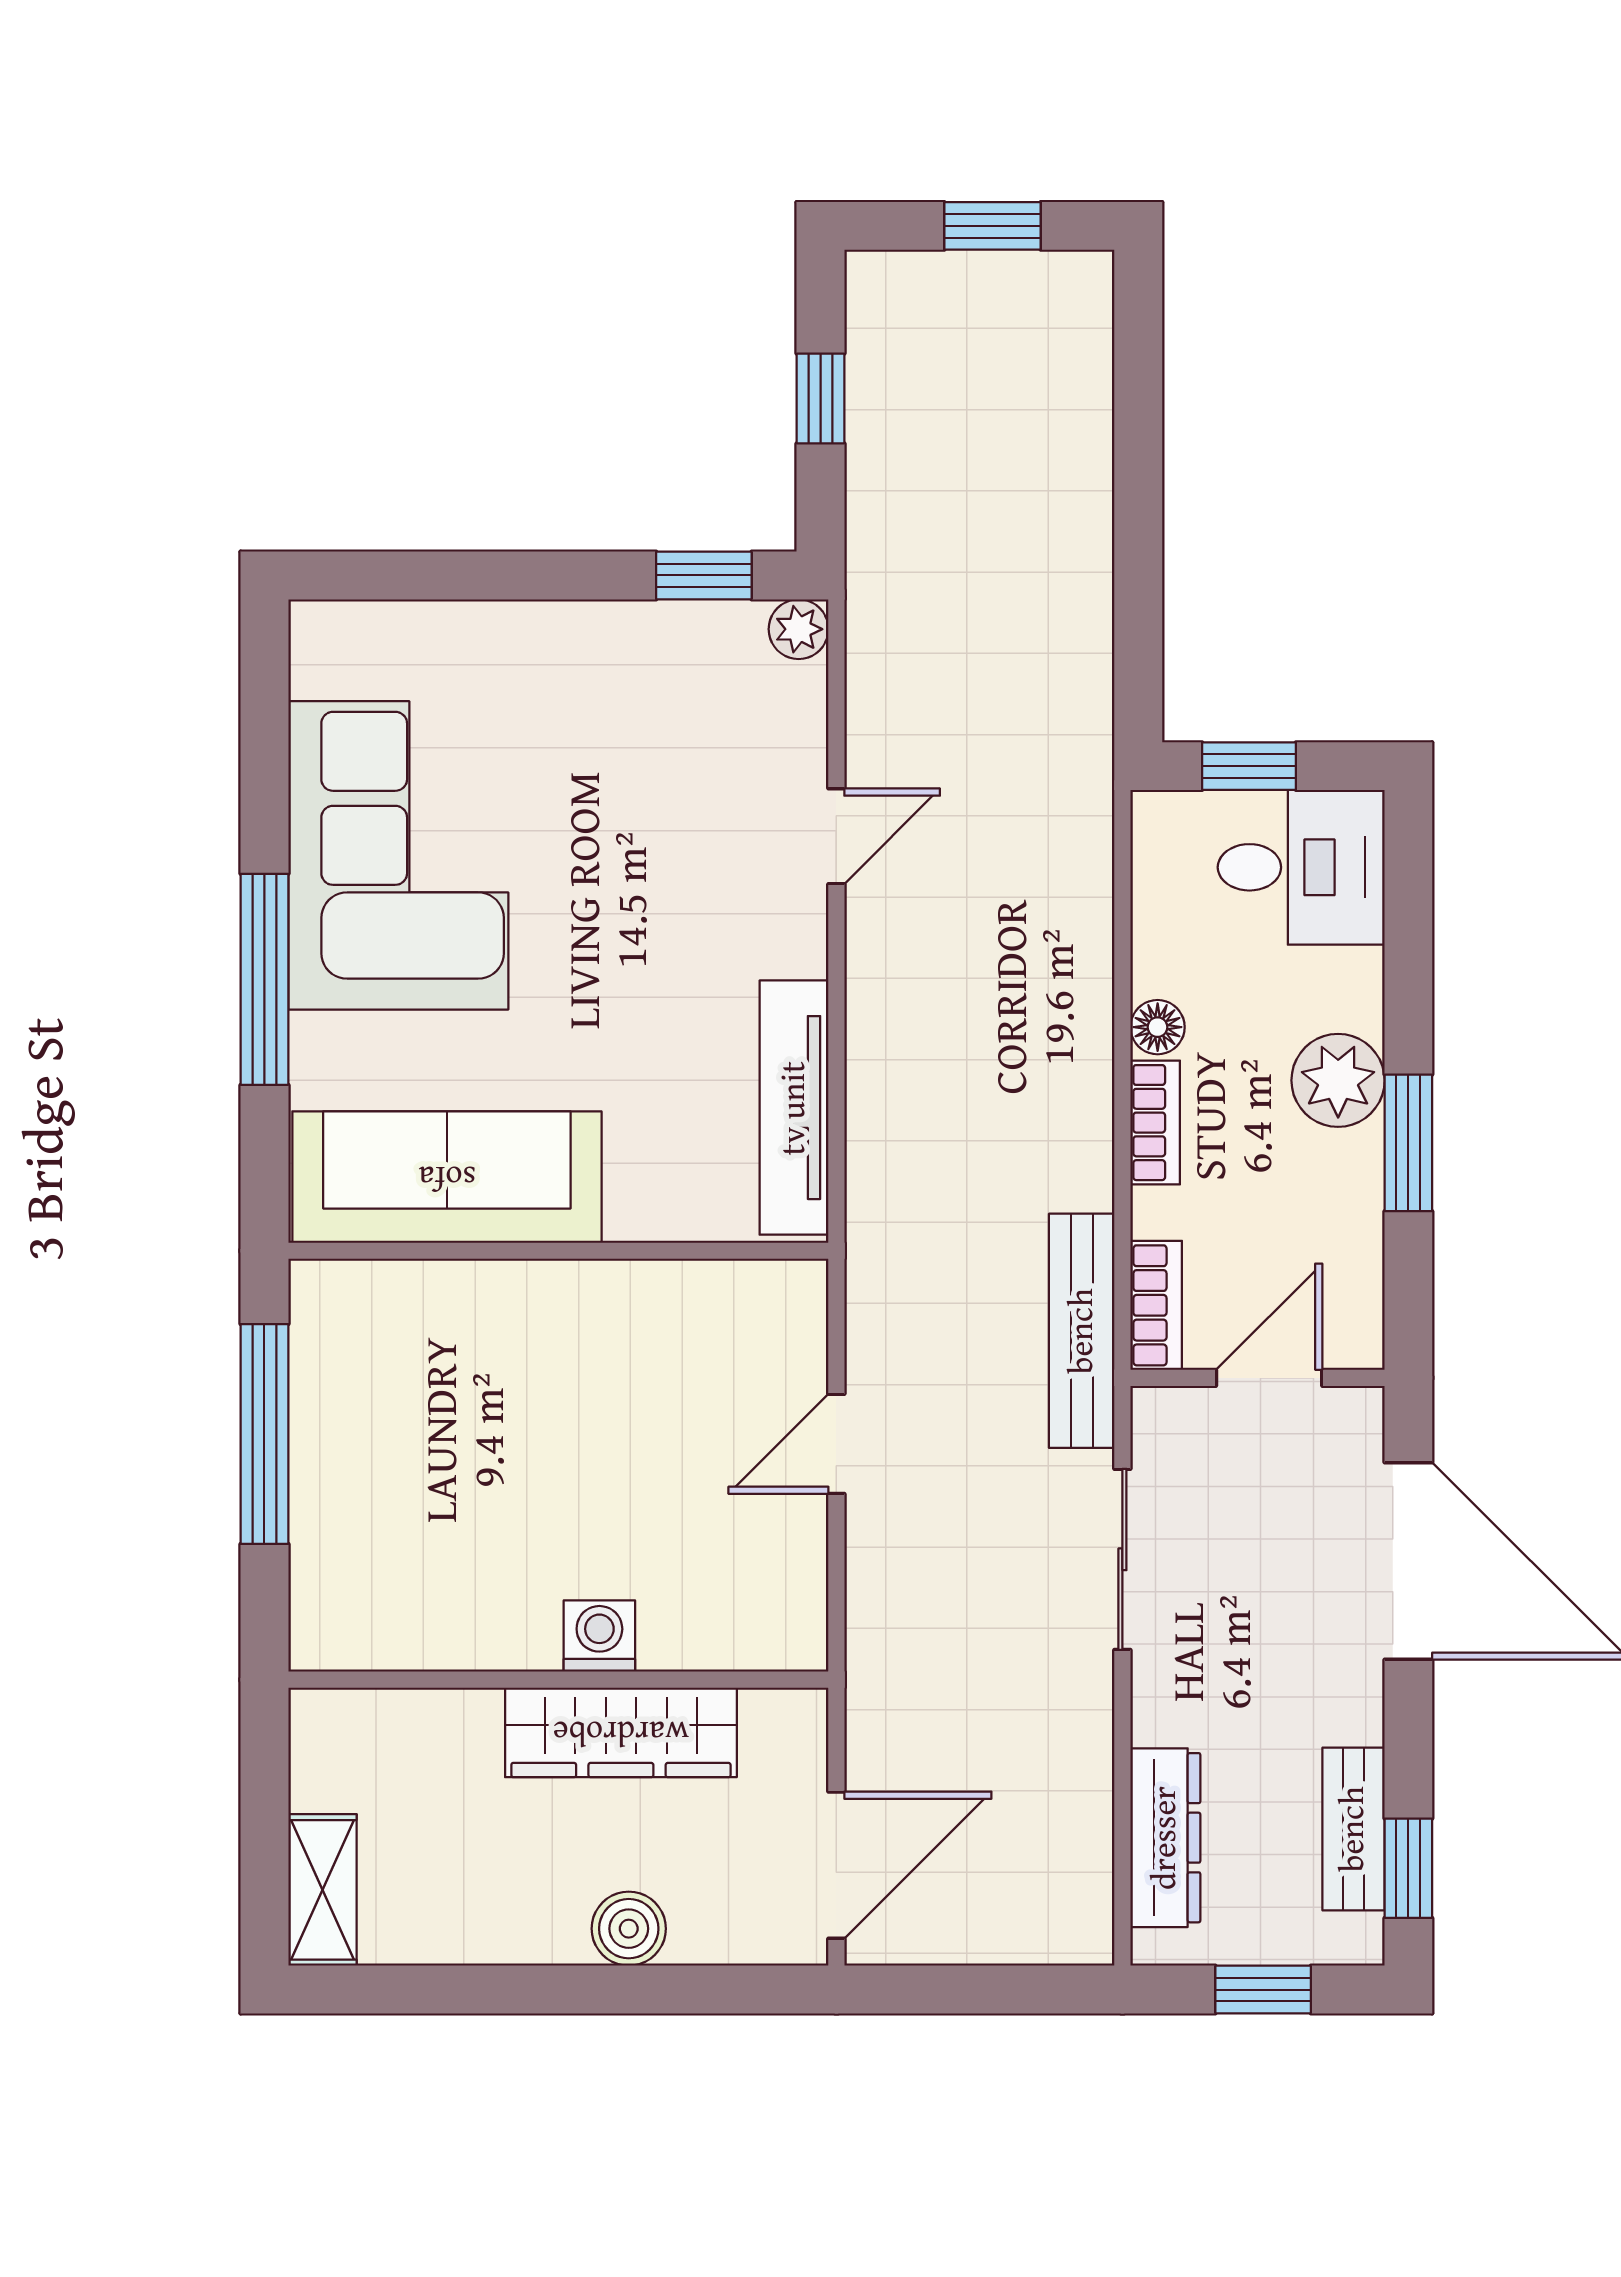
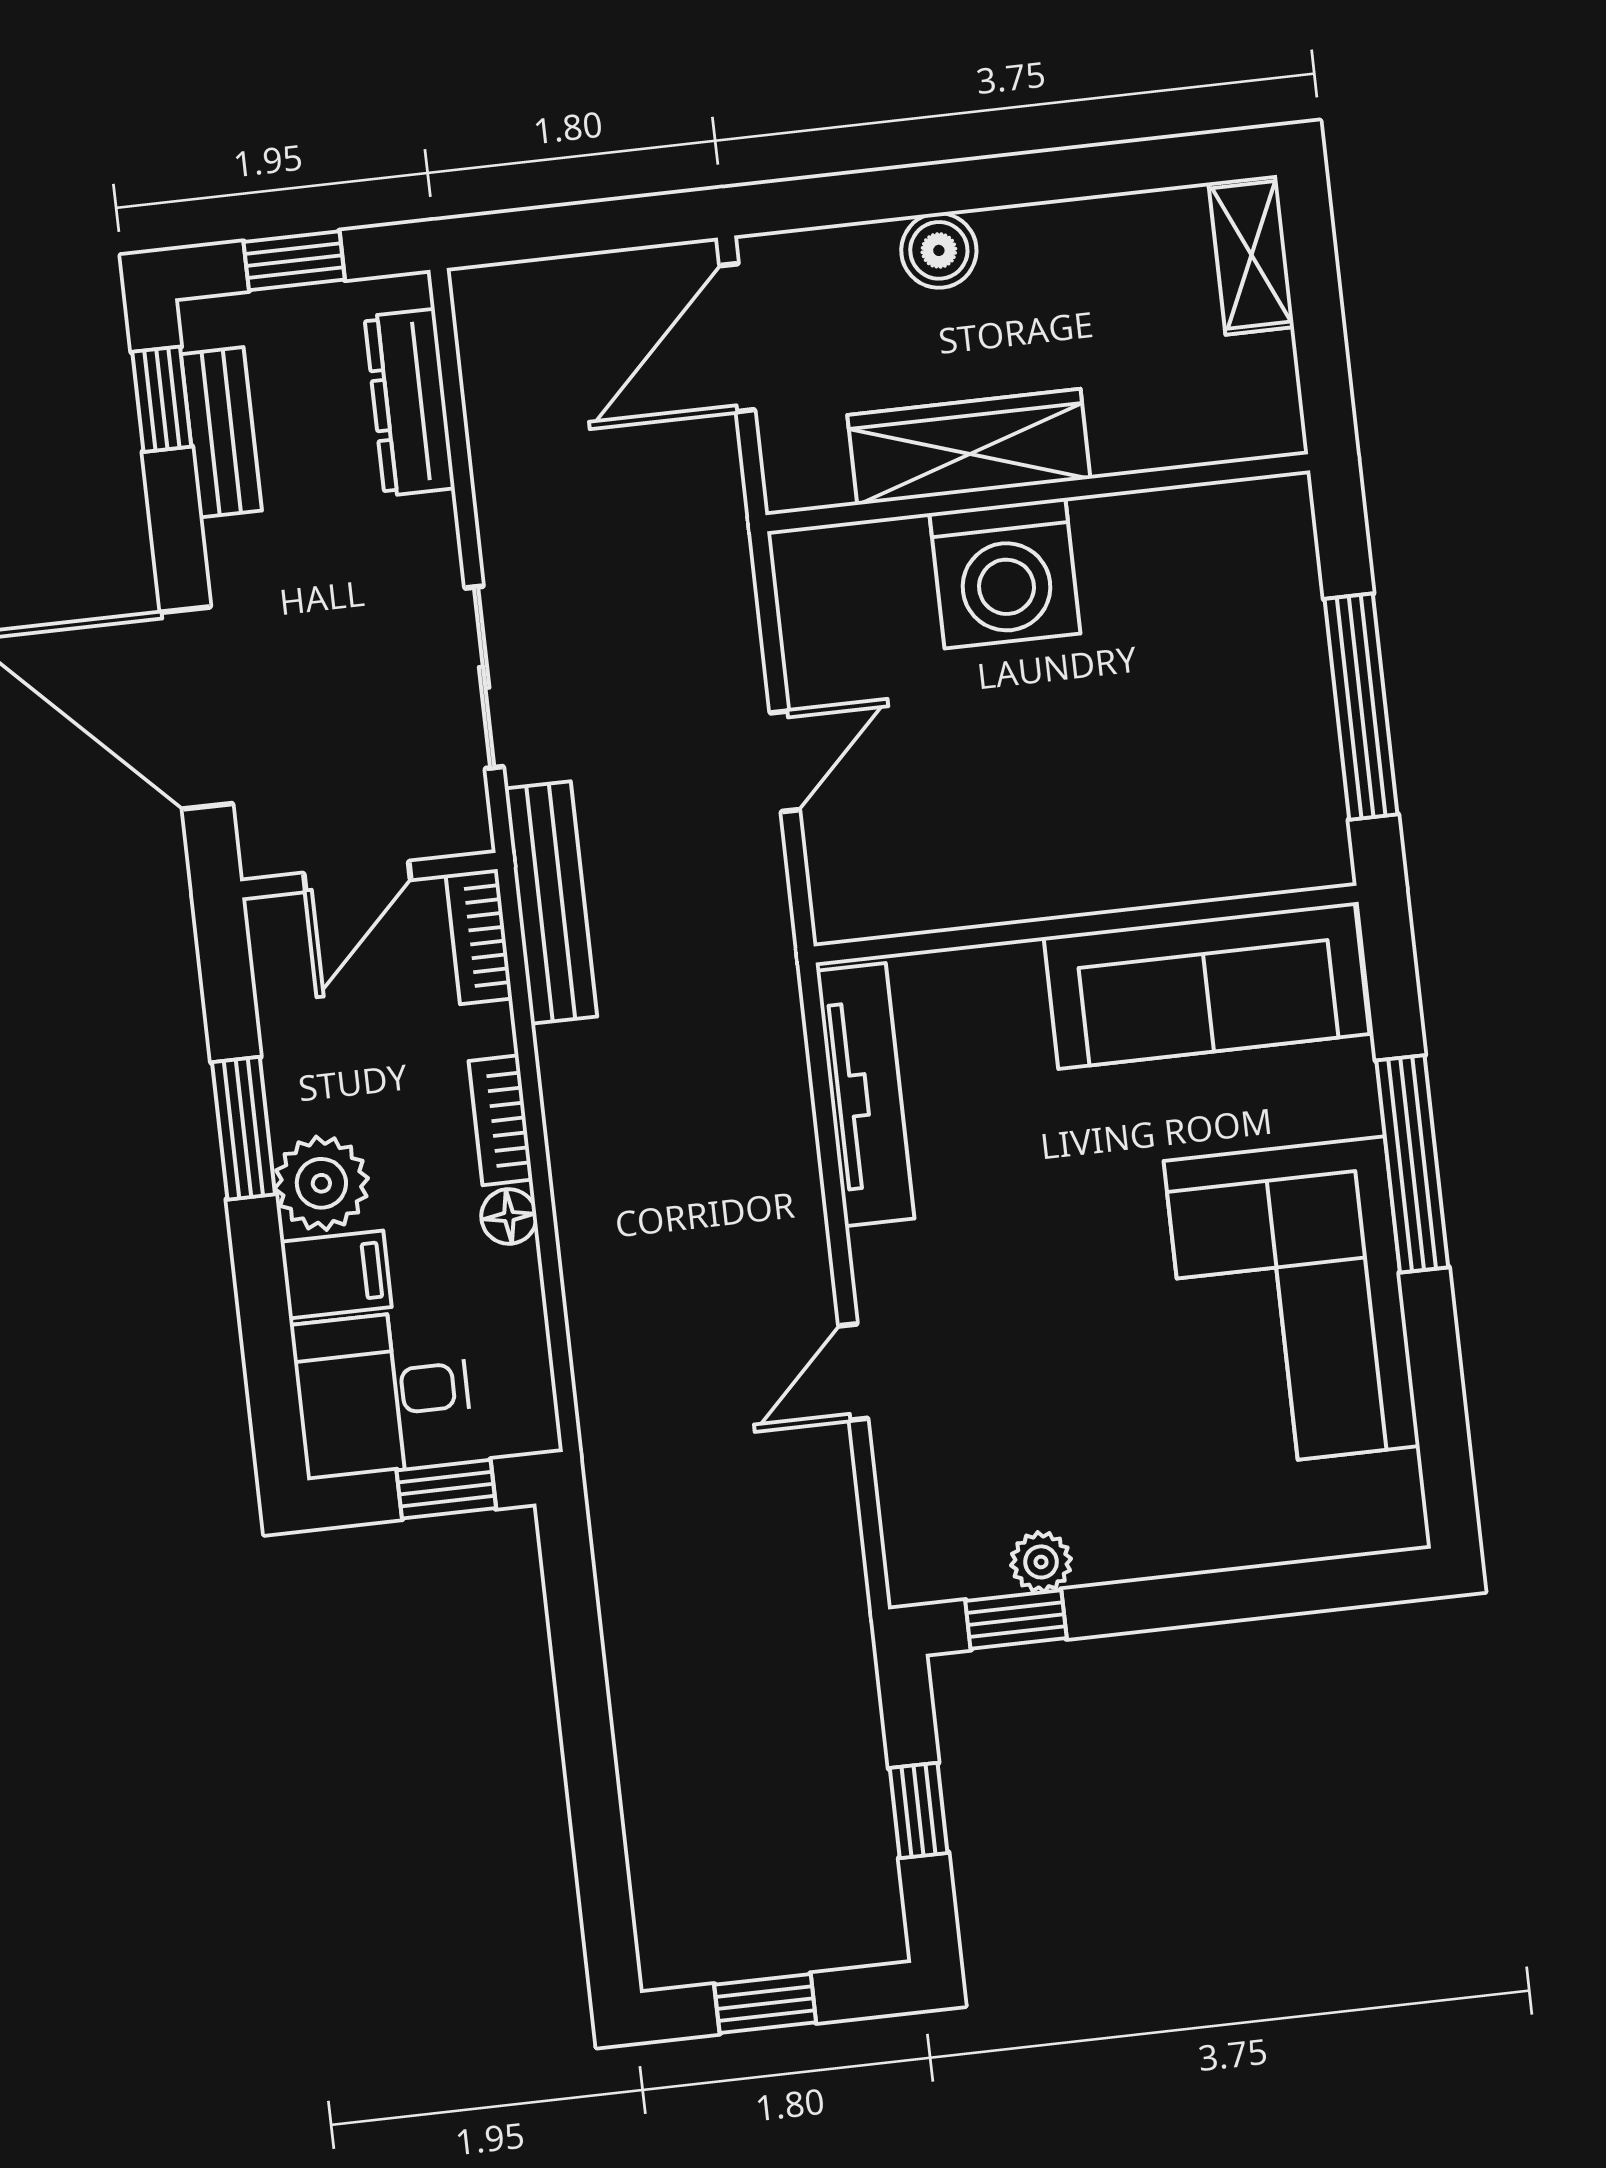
plant: (799, 629) -> (1041, 1562), moved
filing cabinet: (1334, 989) -> (336, 1274), added
washing machine: (599, 1636) -> (1005, 573), width x1.89, depth x1.89

